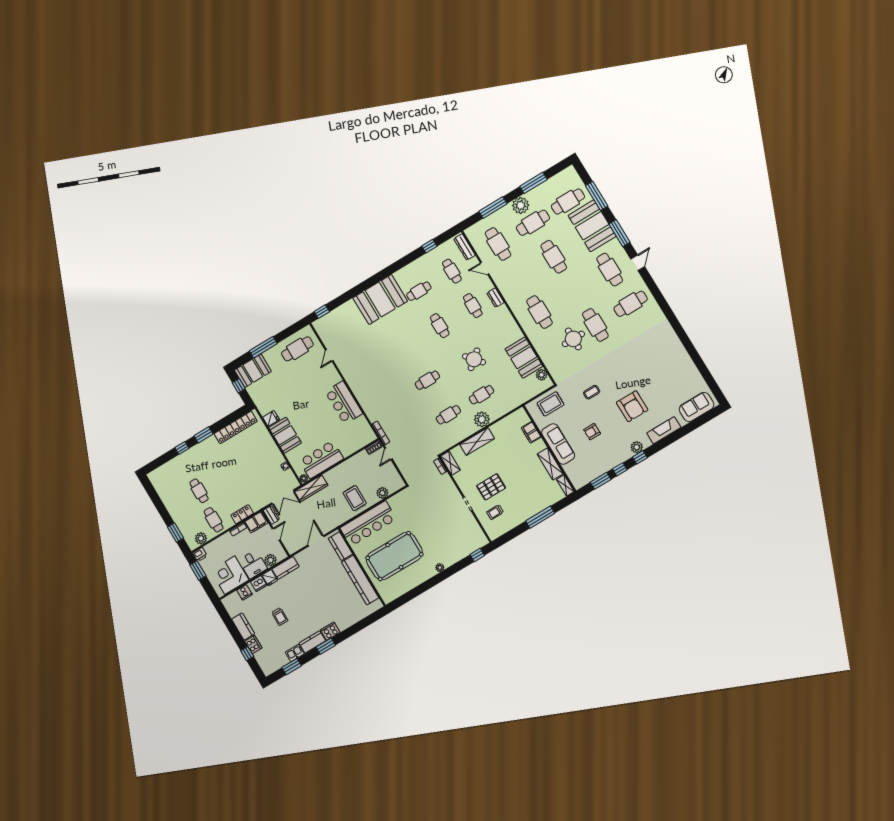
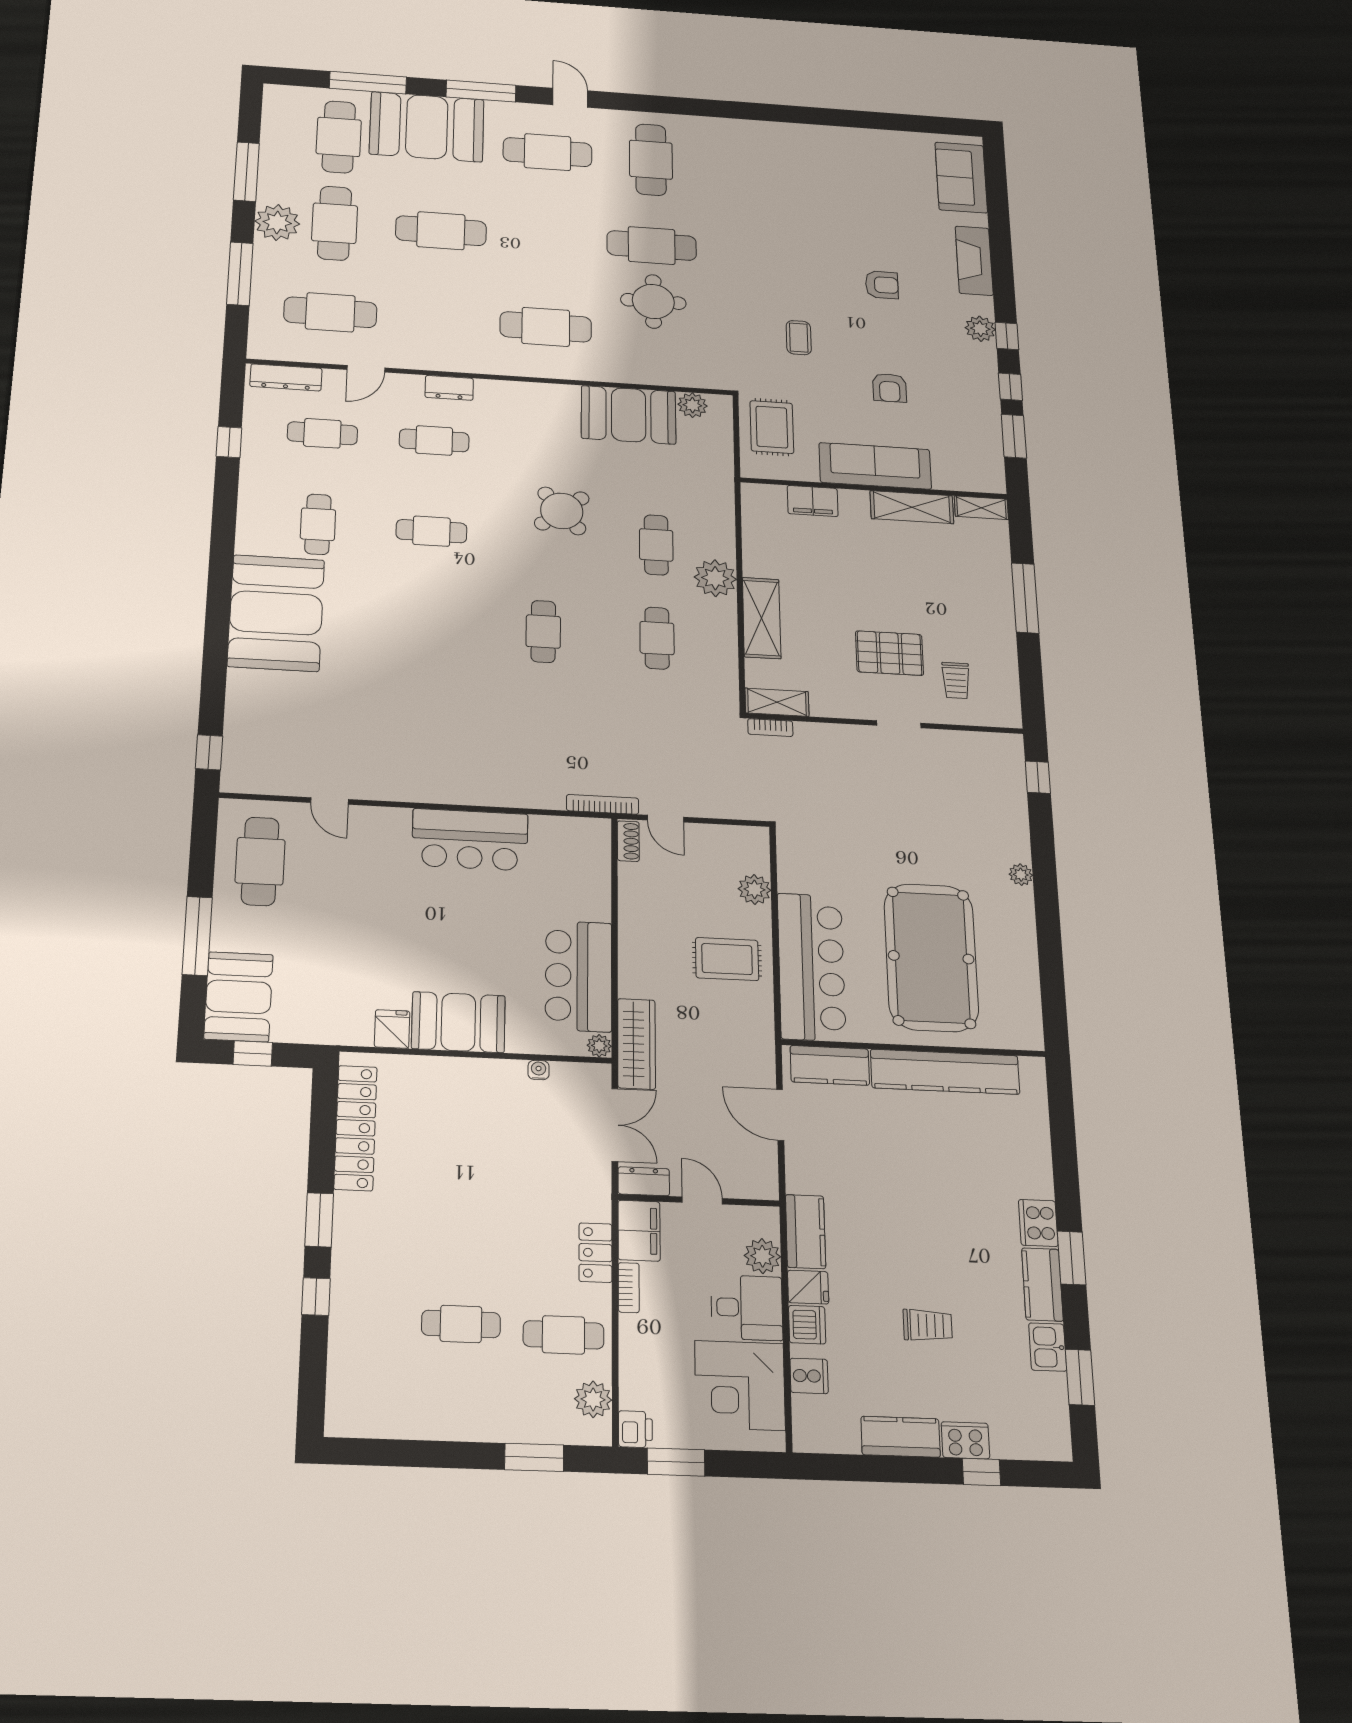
armchair: (632, 406) -> (882, 285), width x0.53, depth x0.53
pallet: (491, 487) -> (889, 653), turned 90

